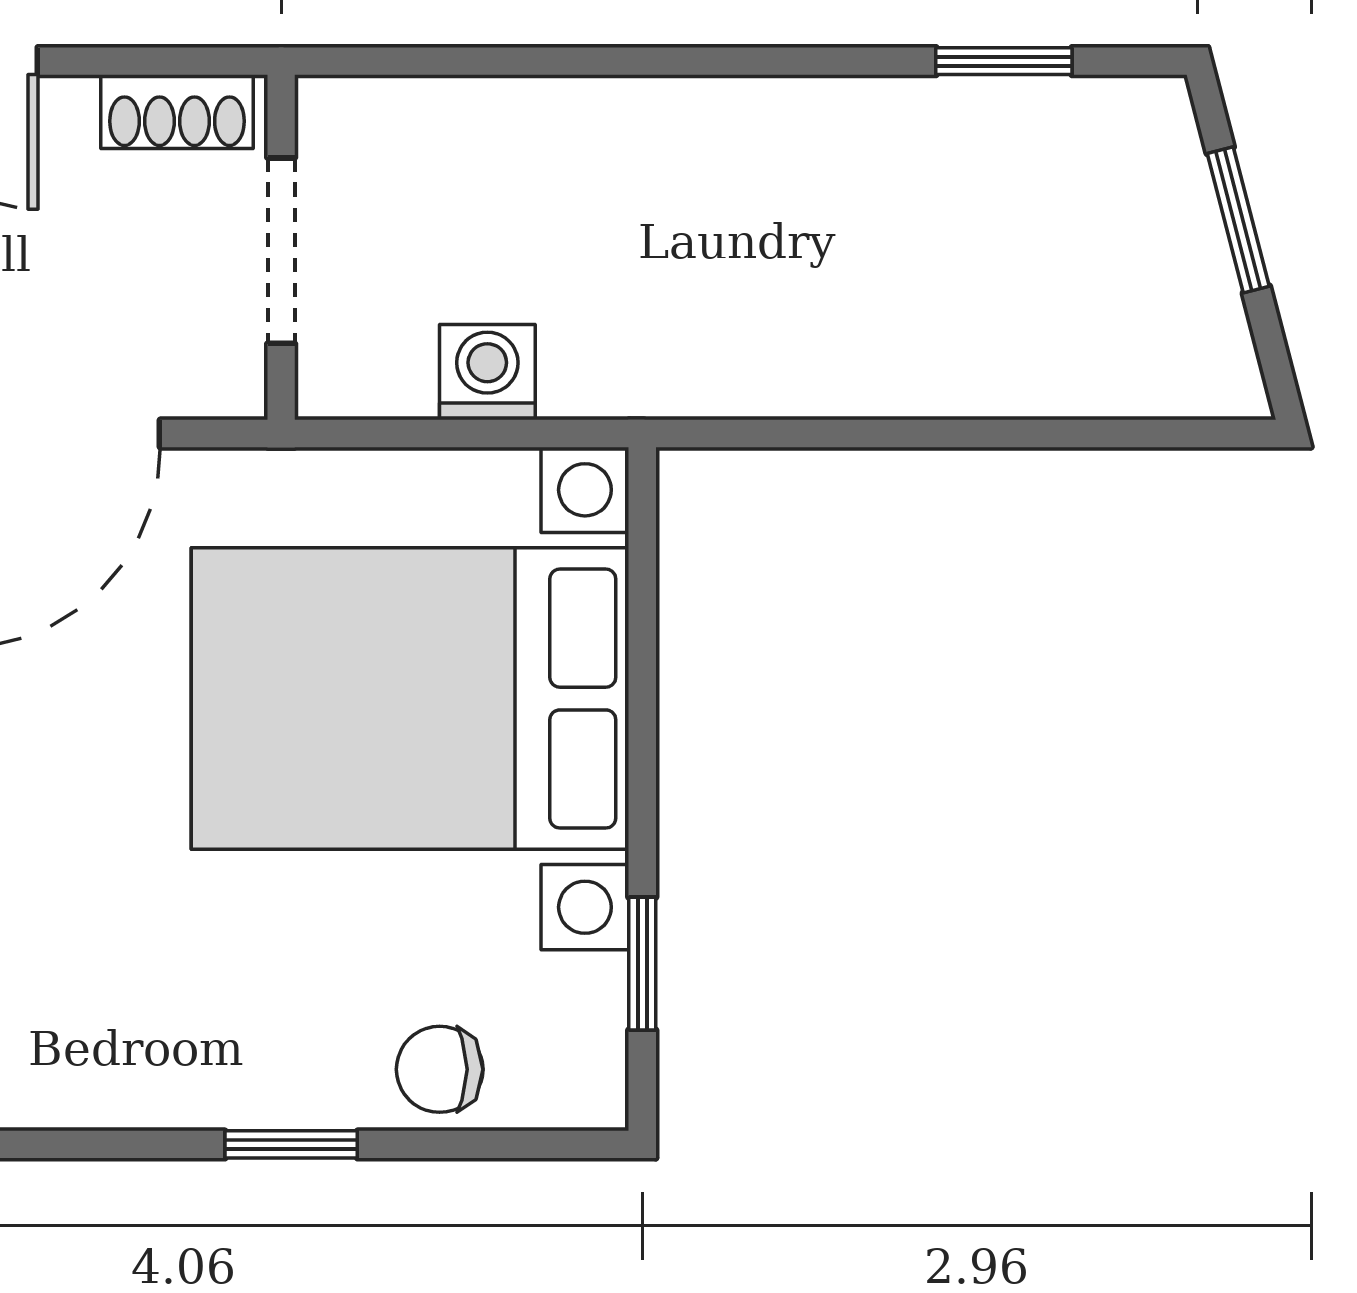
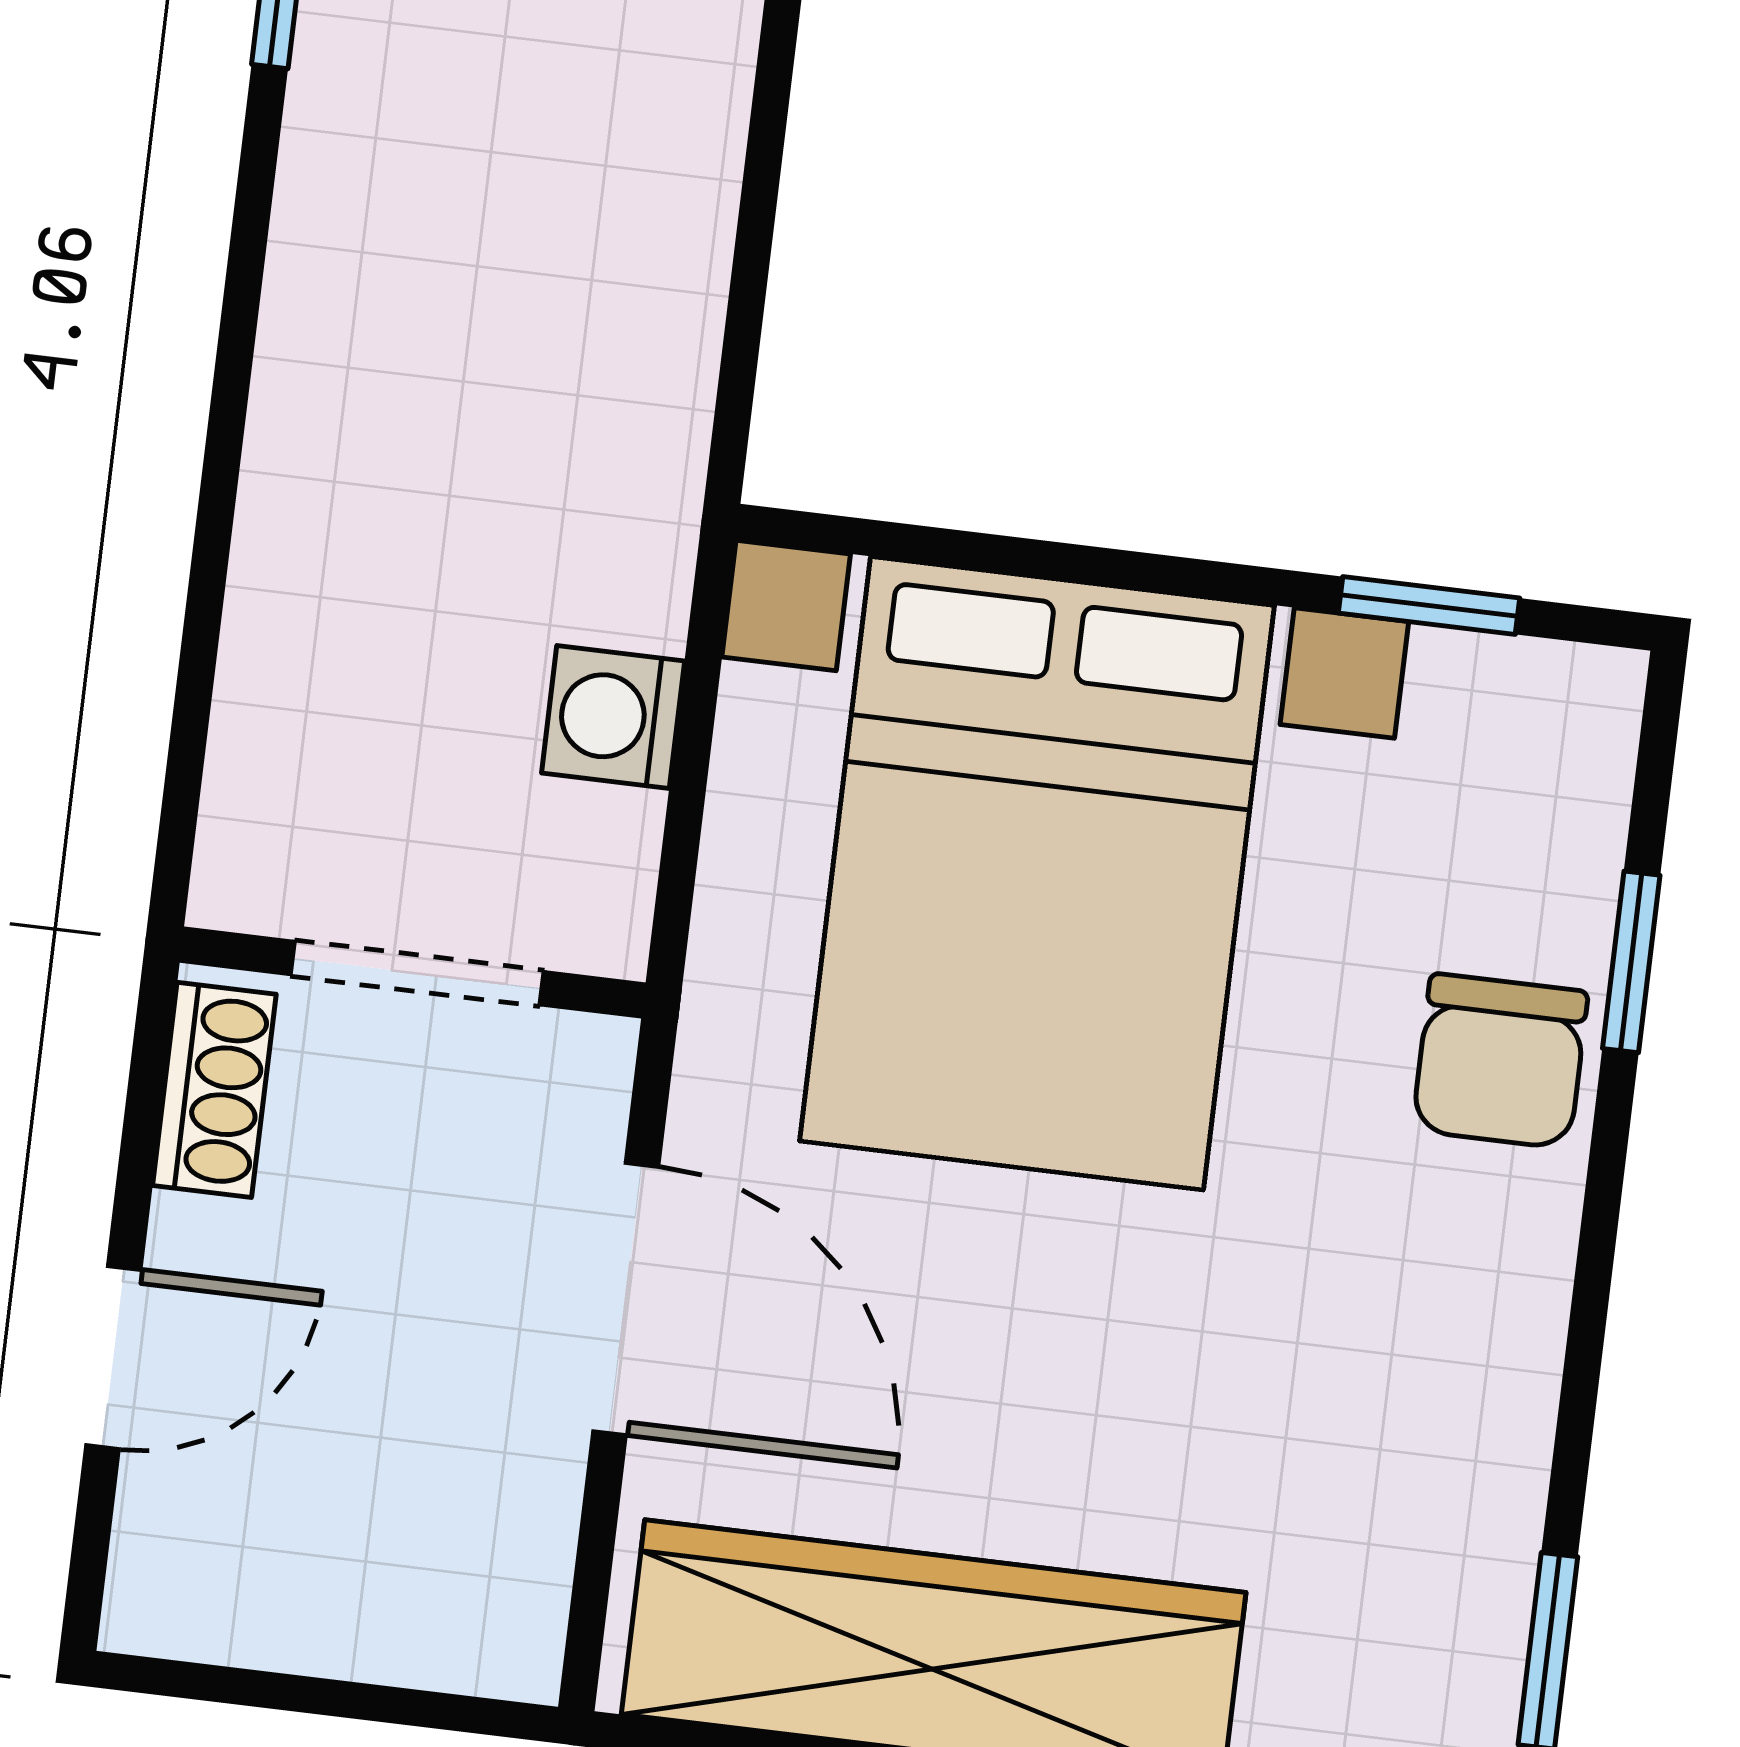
chair: (440, 1069) -> (1500, 1061), moved, width x1.37, depth x1.37
window: (291, 1144) -> (1631, 962), moved

